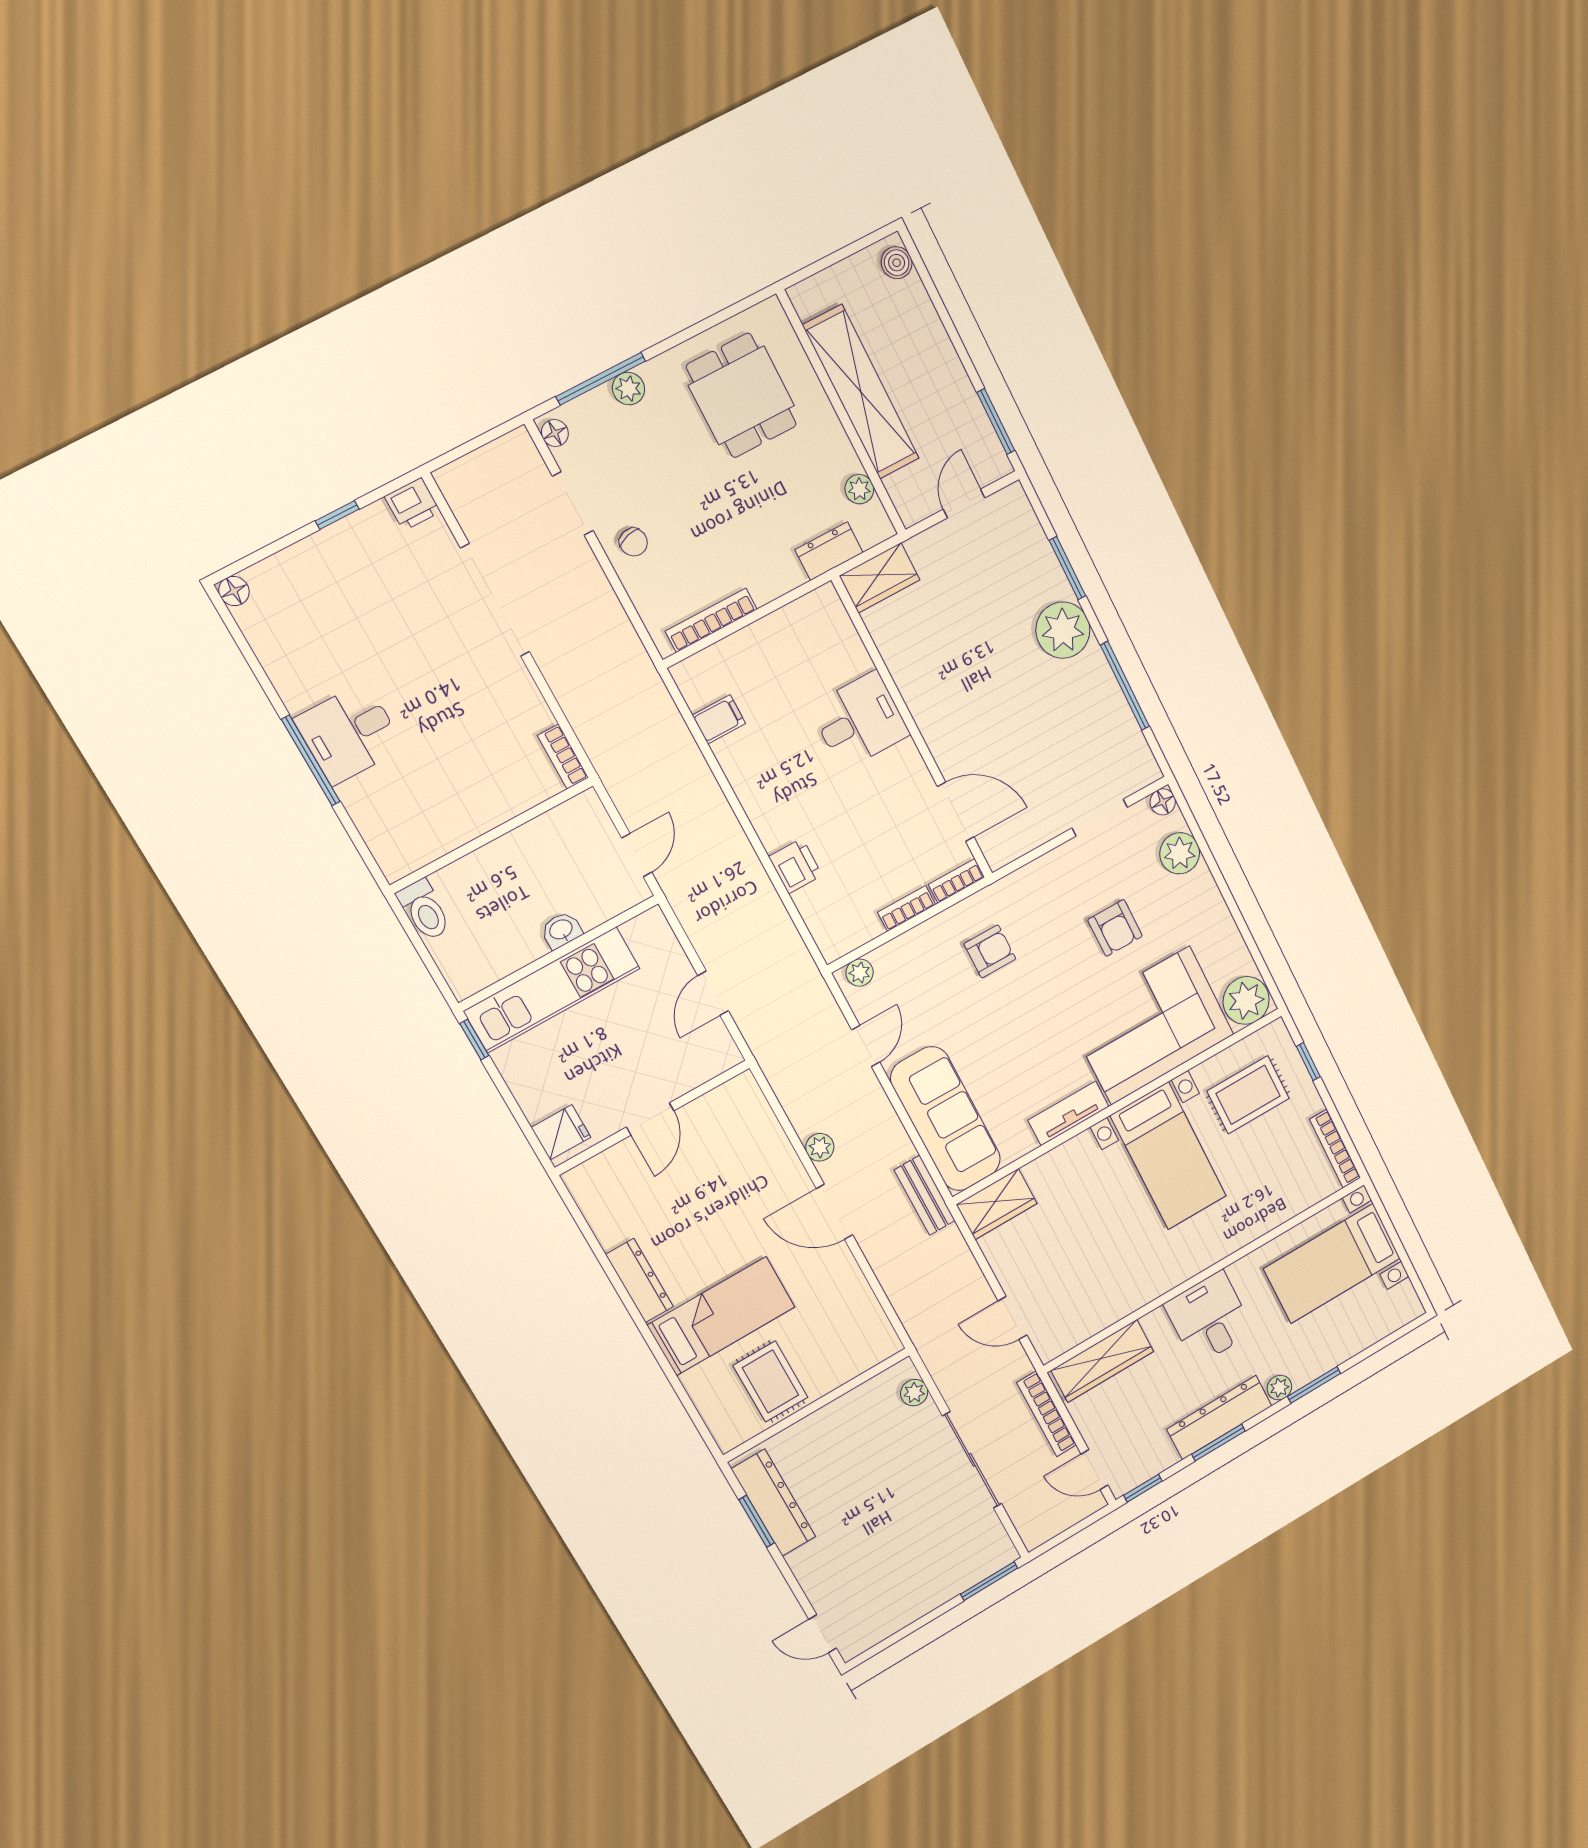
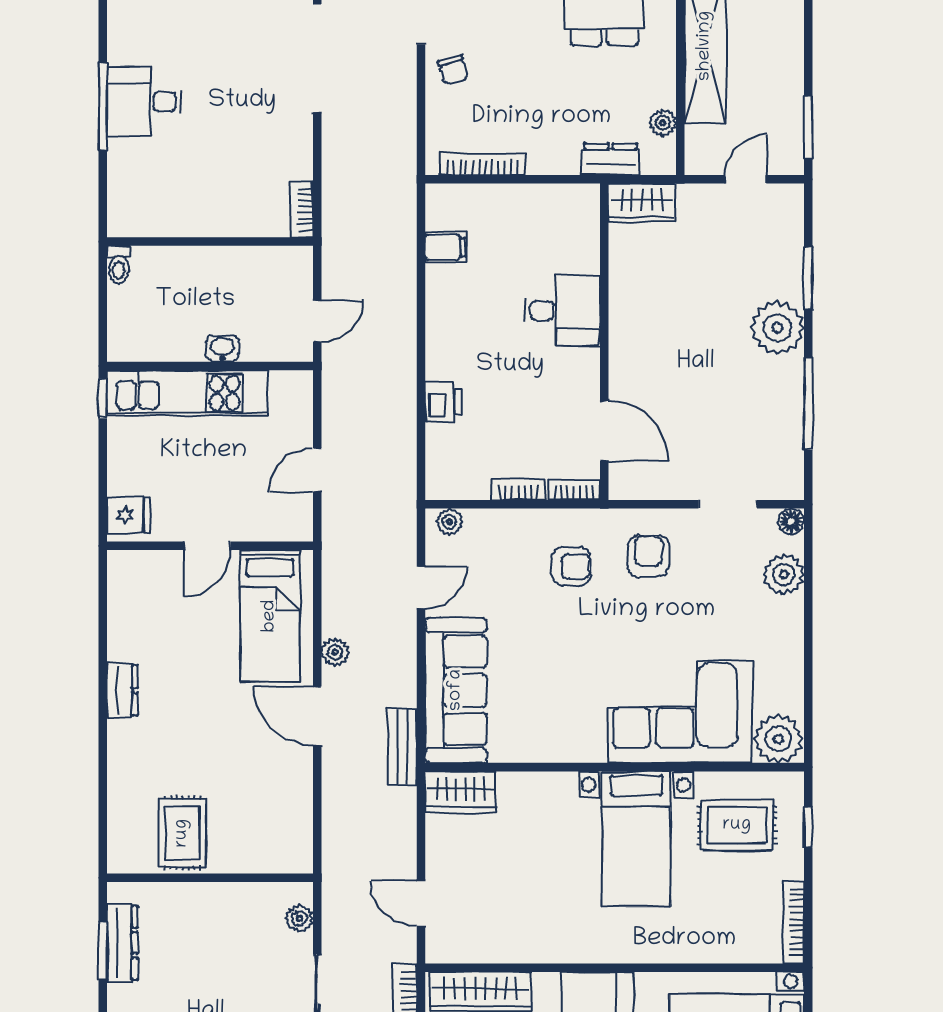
toilet: (424, 910) -> (119, 265), width x0.73, depth x0.72
armchair: (1115, 928) -> (648, 556), moved, turned 180
tv unit: (1068, 1113) -> (566, 748), removed
dresser: (639, 1281) -> (122, 690), width x0.70
bed: (721, 1316) -> (270, 616), moved, turned 90
dresser: (773, 1503) -> (122, 943), width x0.73, depth x0.80

